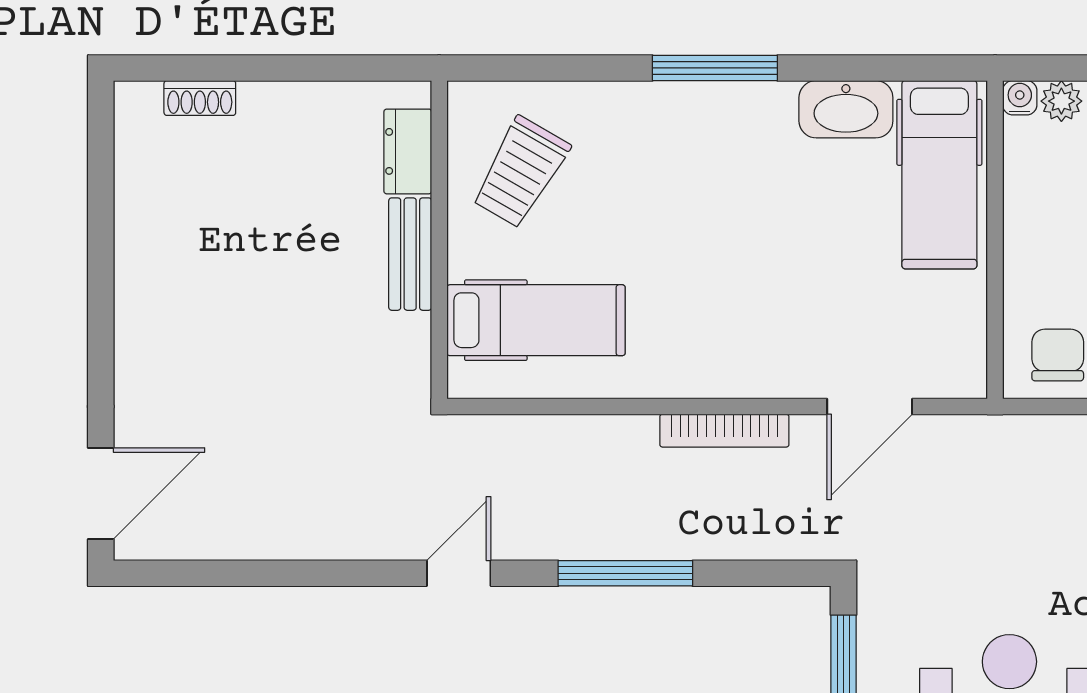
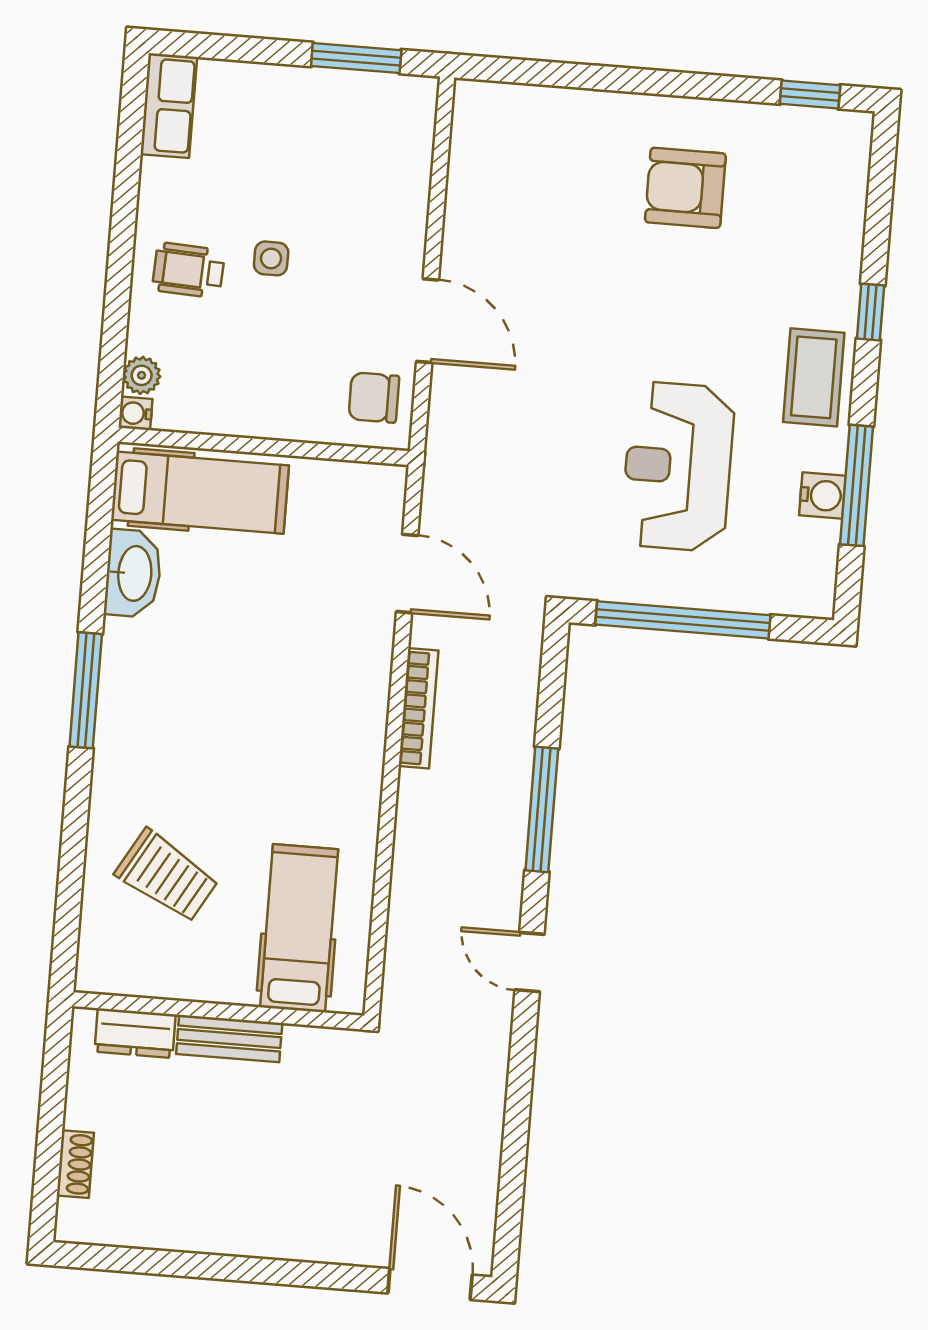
dresser: (408, 151) -> (135, 1033), moved
wall: (439, 240) -> (218, 1011), moved
bench: (410, 254) -> (229, 1039), moved
hospital bed: (536, 320) -> (299, 928), moved

